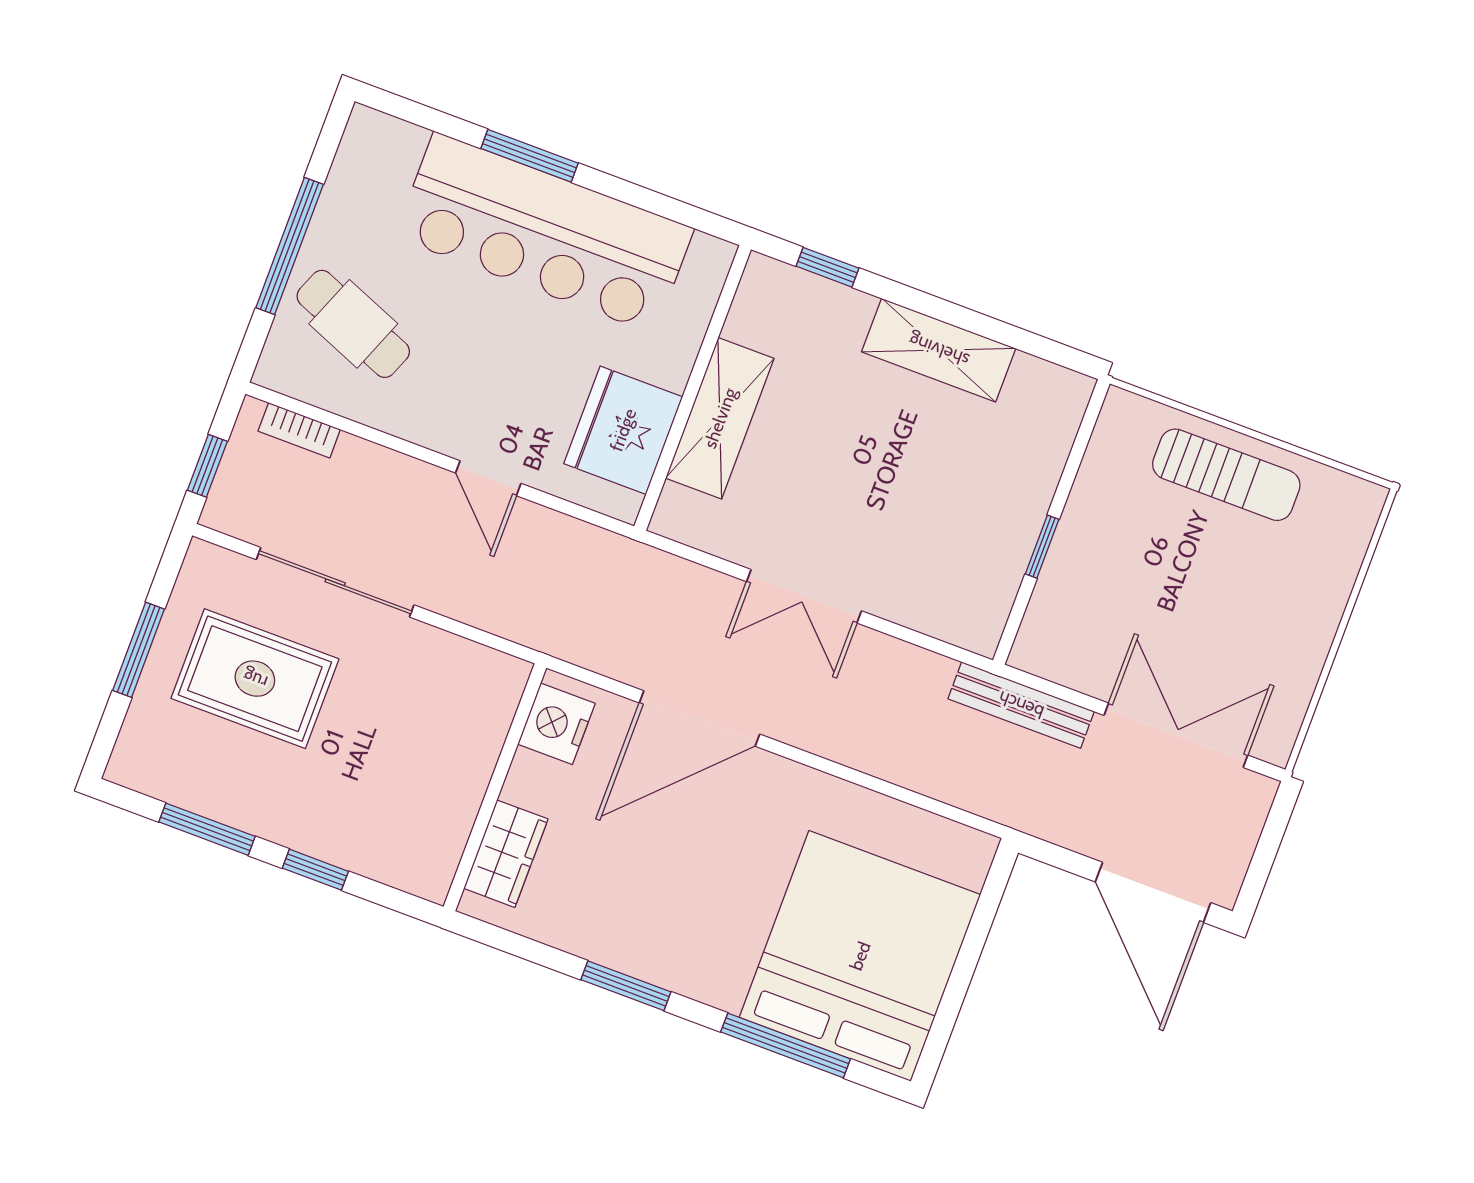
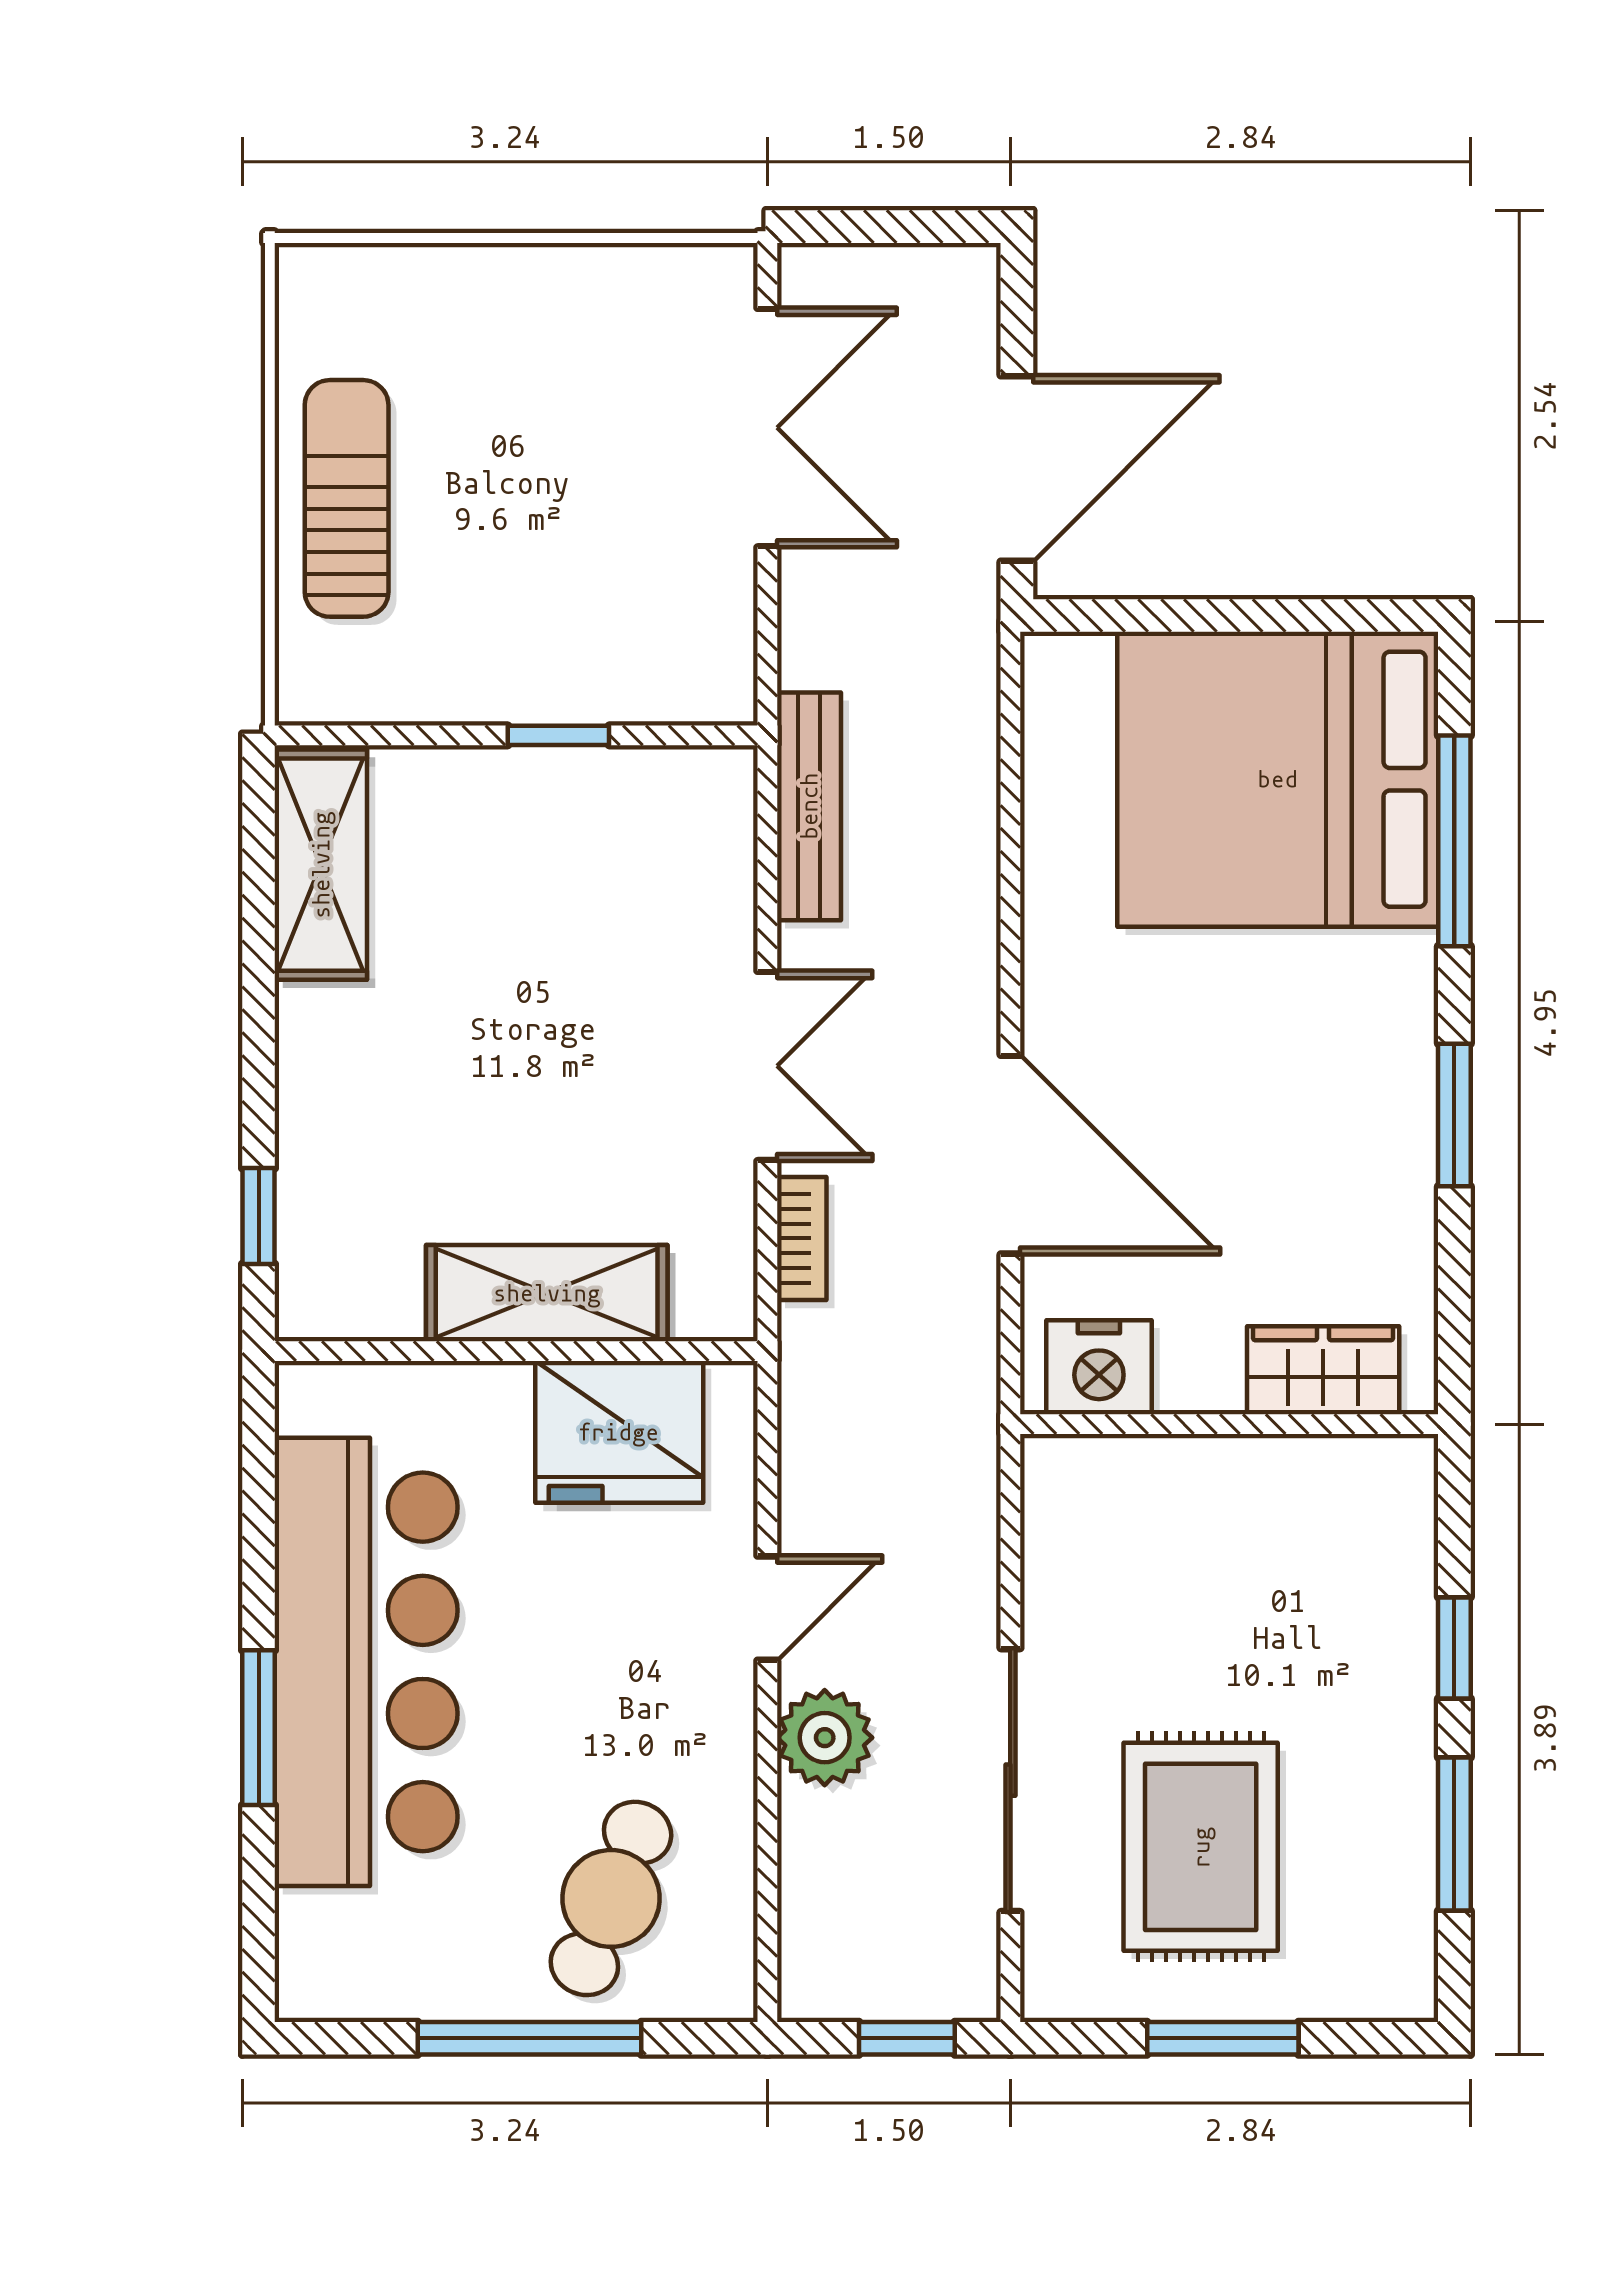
shelving: (939, 350) -> (321, 865), moved
bookcase: (299, 430) -> (802, 1238), moved
plant: (400, 483) -> (825, 1738), added
bench: (1021, 705) -> (809, 806), moved
double door: (1176, 735) -> (767, 428), swing flipped
door: (1153, 892) -> (1017, 468), moved

